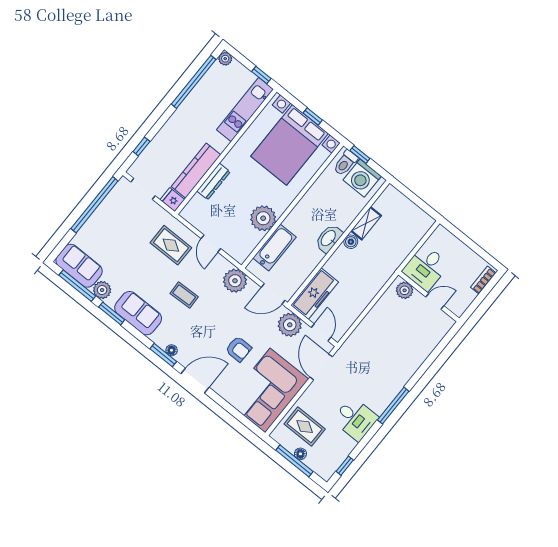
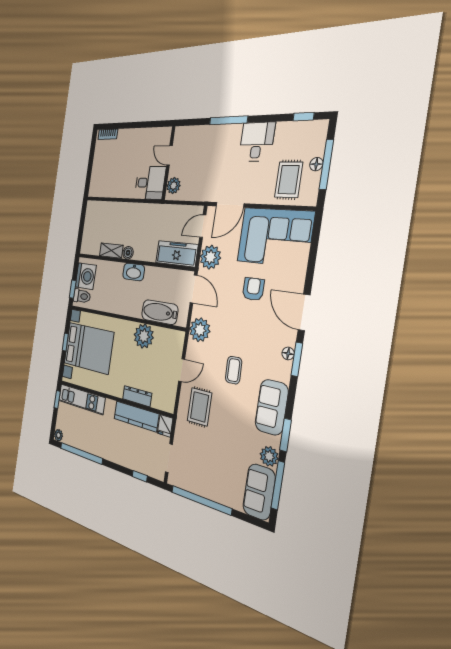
desk: (426, 268) -> (150, 183), moved
plant: (405, 290) -> (174, 186), moved
wall: (429, 296) -> (168, 163), moved
door: (435, 301) -> (170, 155), moved

